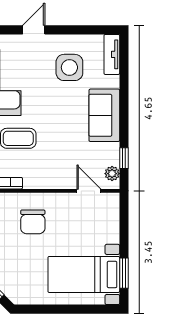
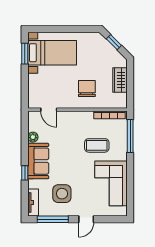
window: (83, 30) -> (53, 219), added
window: (124, 158) -> (25, 173), moved
plant: (112, 174) -> (33, 137), moved

